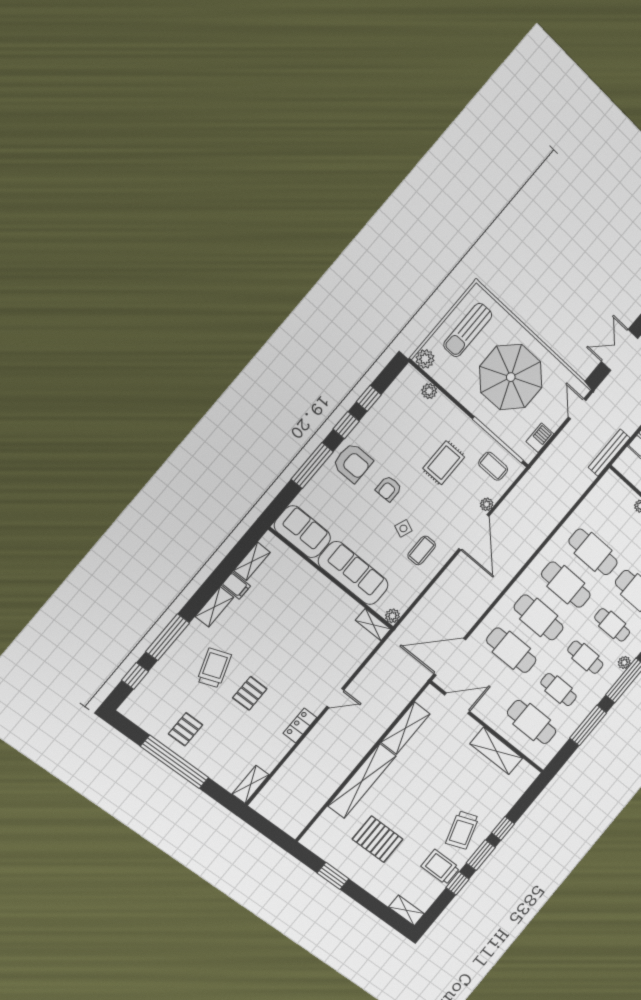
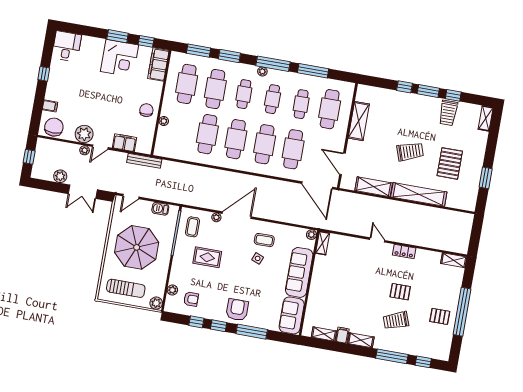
armchair: (389, 489) -> (191, 299), moved
trolley: (462, 830) -> (410, 152), moved

